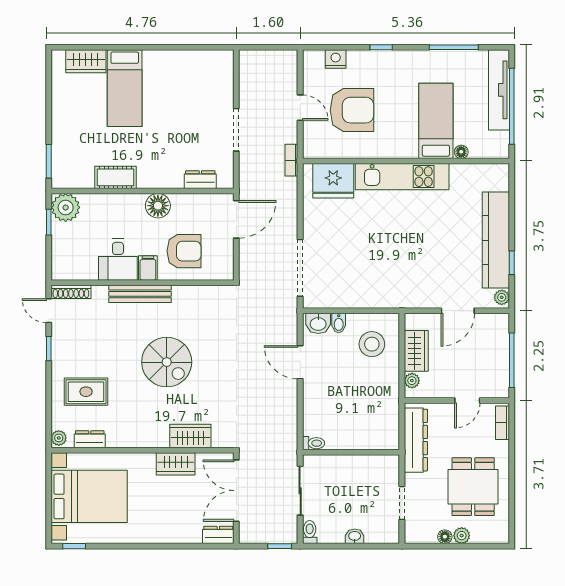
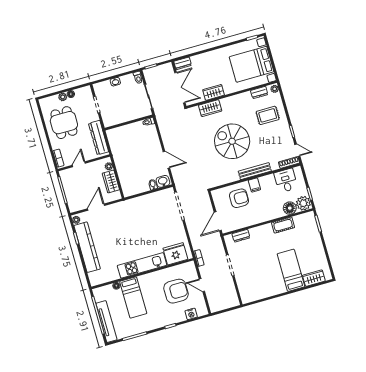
armchair: (352, 110) -> (176, 291), turned 180
floor lamp: (158, 206) -> (290, 208), moved
armchair: (184, 251) -> (239, 198), turned 180
desk: (118, 260) -> (286, 181), moved
stool: (372, 344) -> (134, 179), removed
spiral stairs: (167, 362) -> (232, 141), width x1.37, depth x1.37

